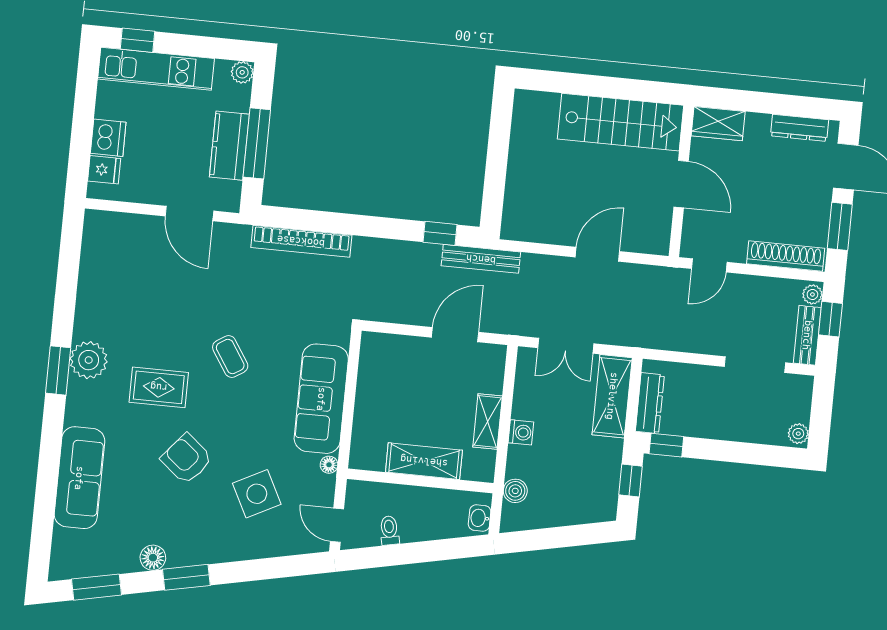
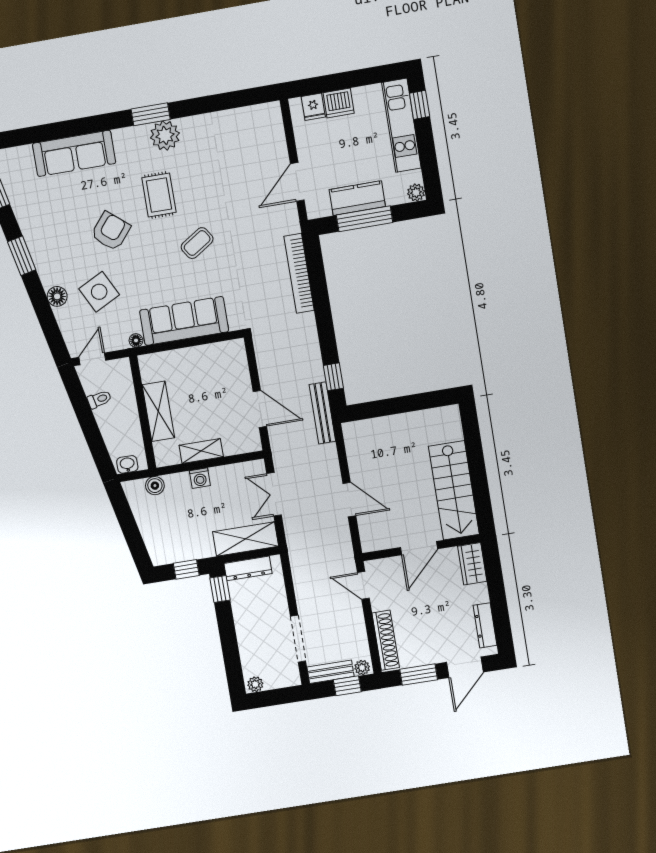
floor lamp: (153, 558) -> (57, 296), moved

